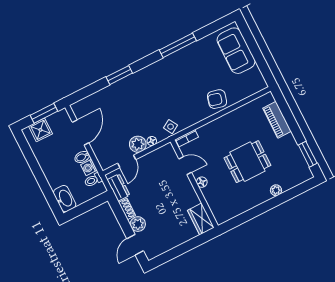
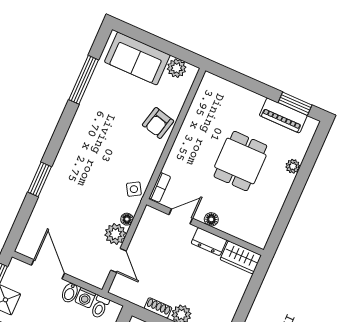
window: (178, 45) -> (84, 80), moved
plant: (255, 76) -> (177, 68), added
piano: (277, 120) -> (283, 115), moved
dresser: (118, 187) -> (209, 242), moved, turned 180

